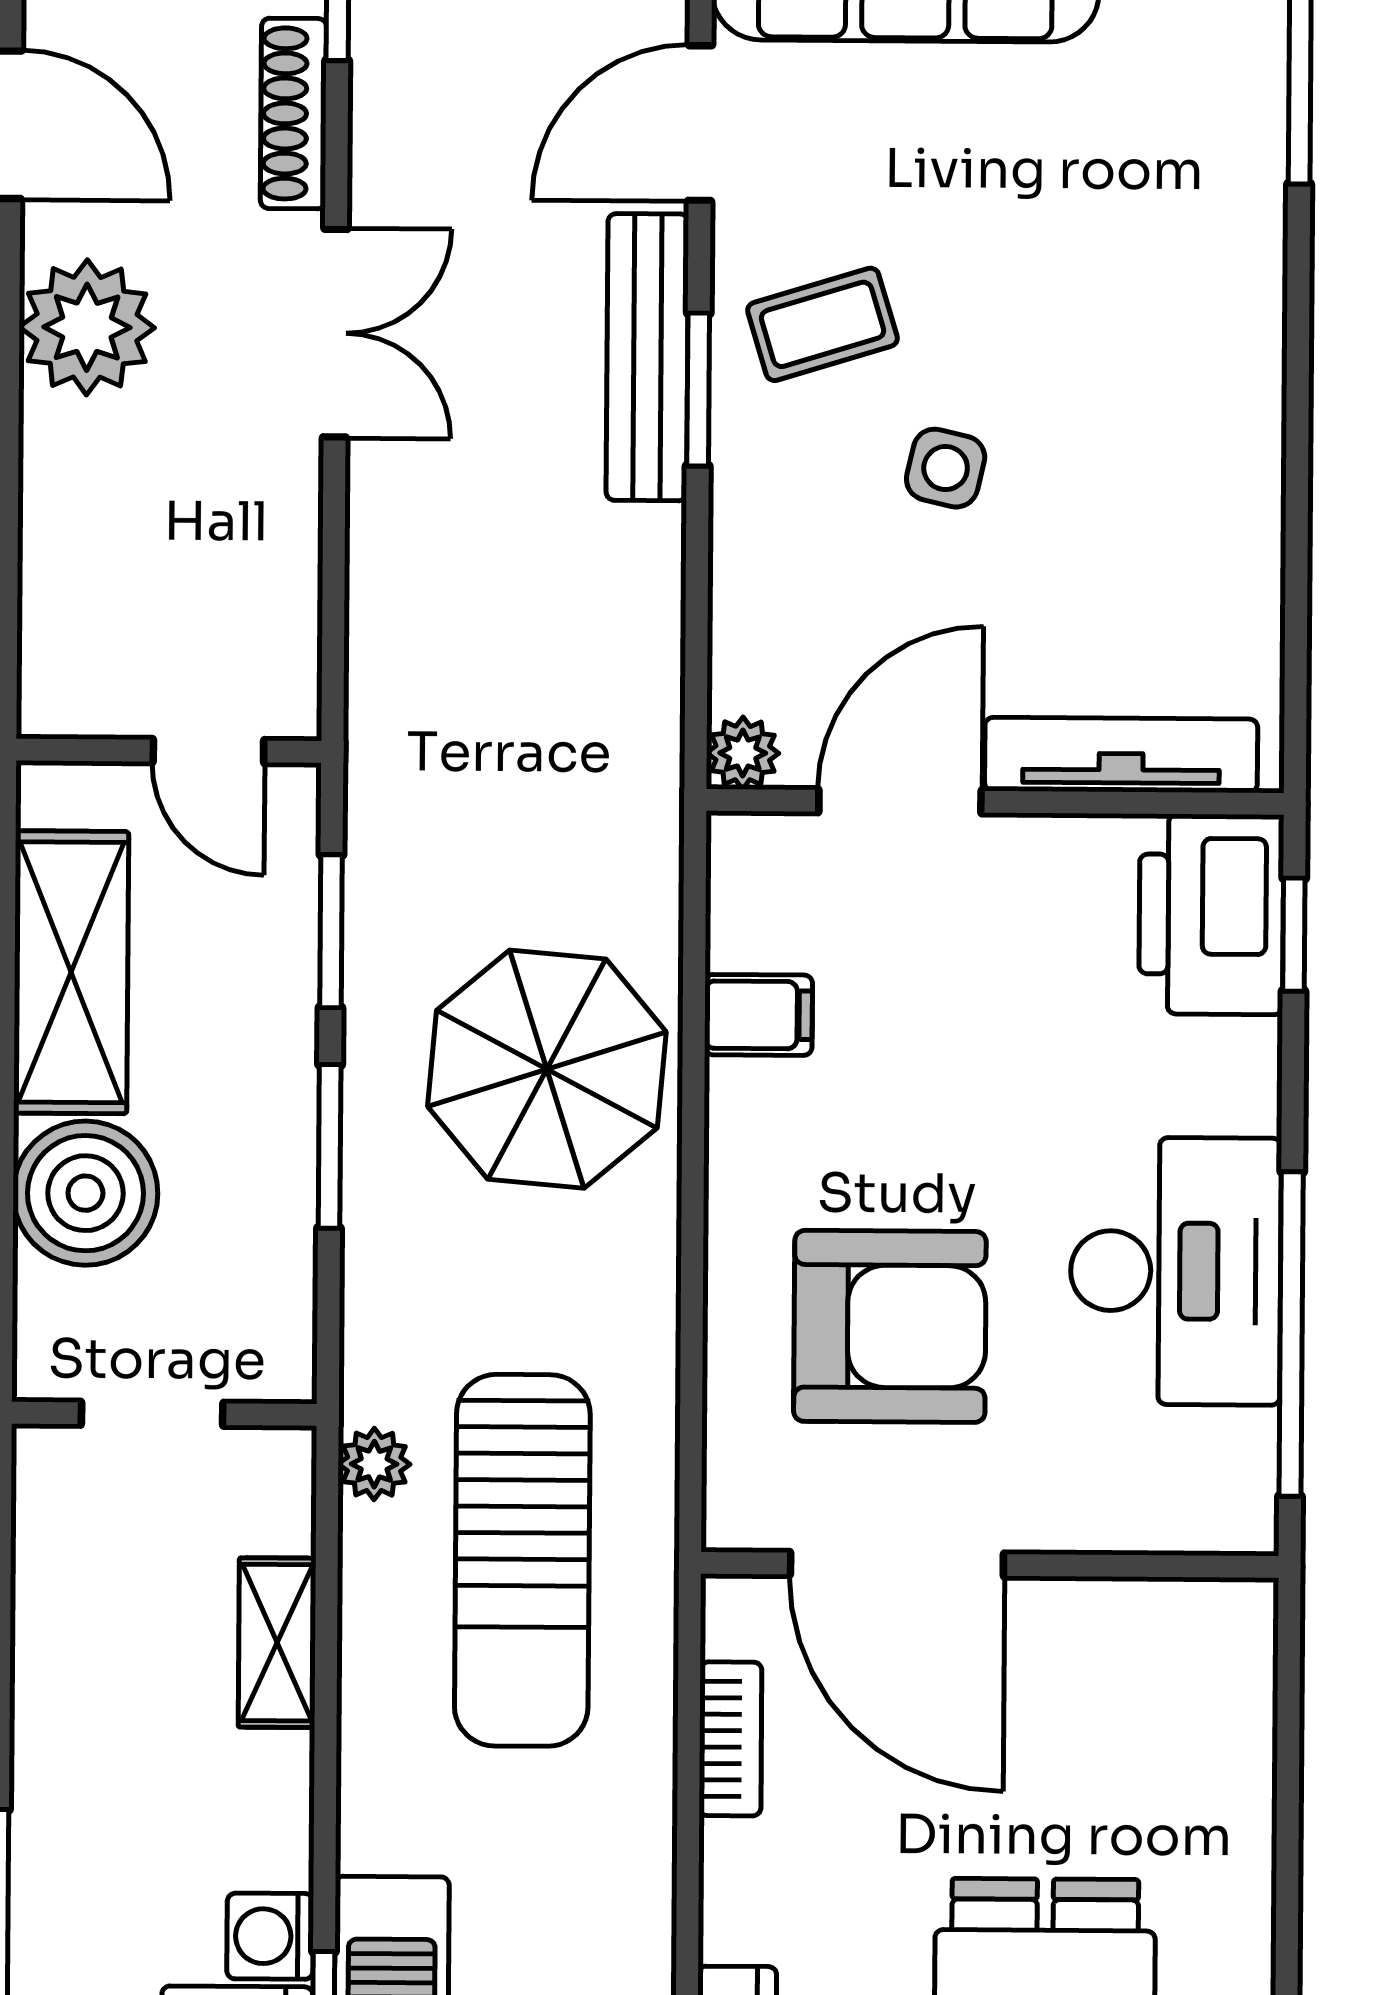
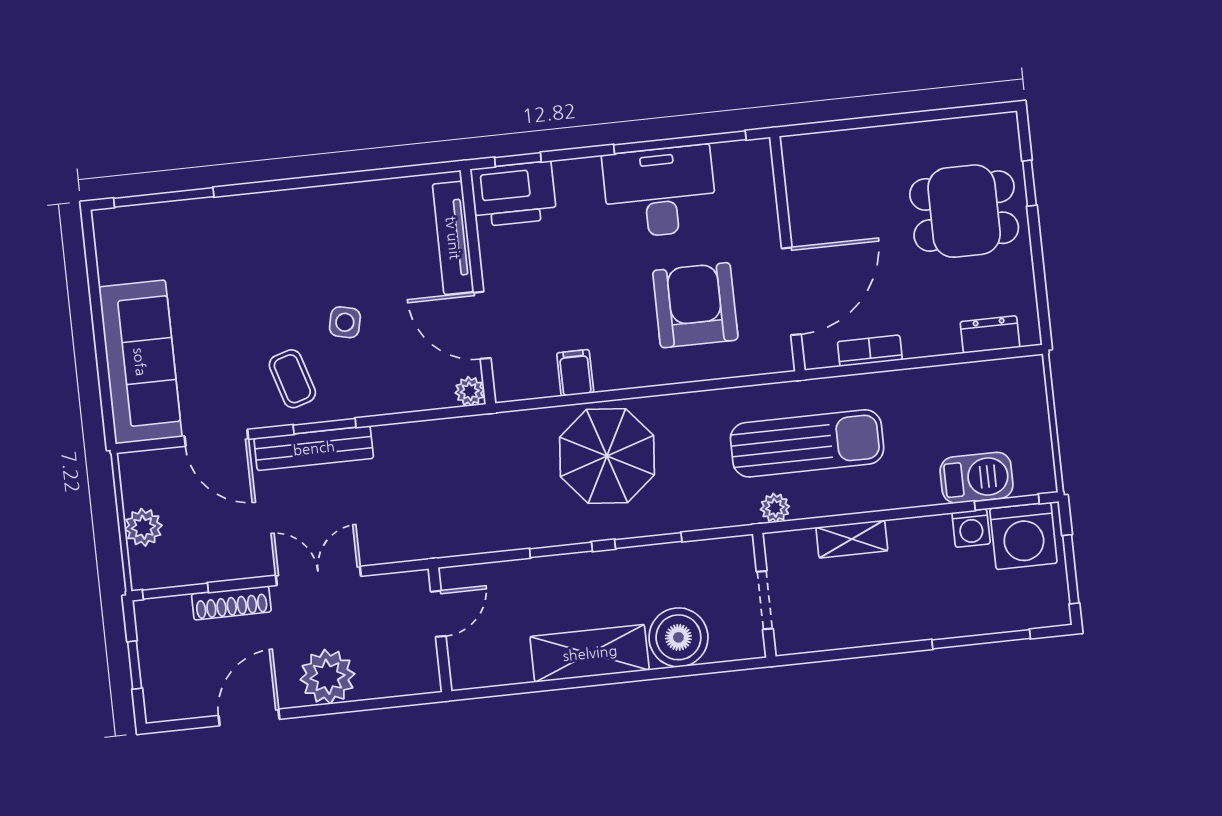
wall: (169, 751) -> (440, 630), moved
door: (208, 751) -> (438, 614), moved

